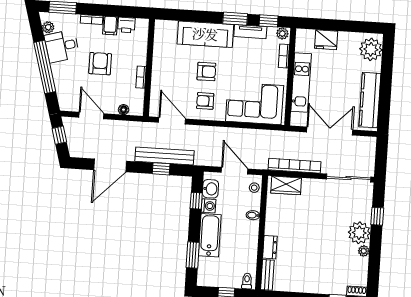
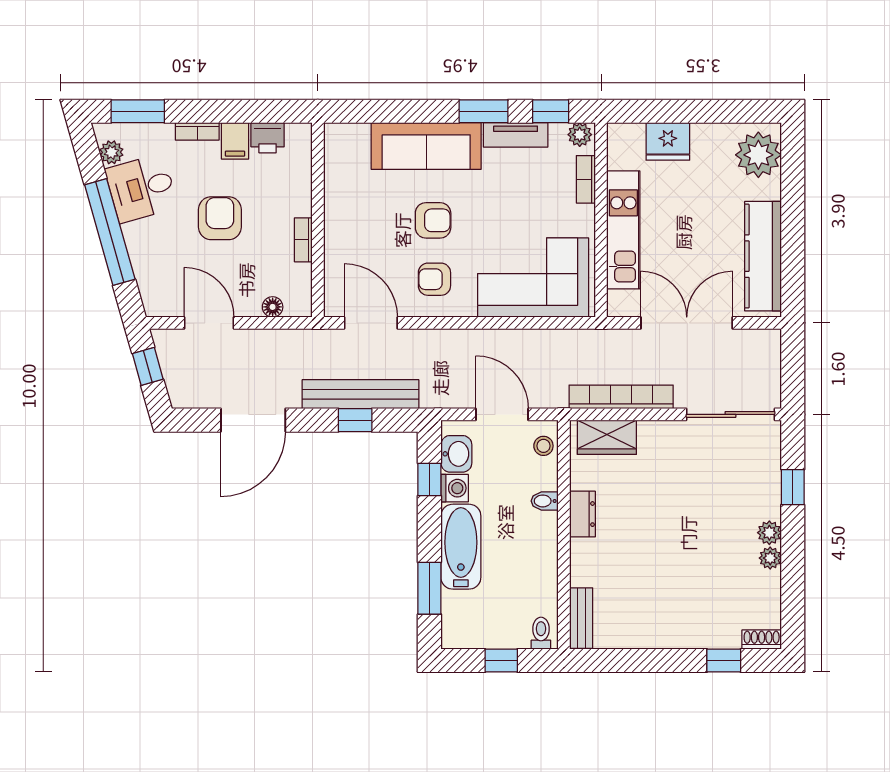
plant: (359, 233) -> (769, 533), width x0.53, depth x0.53
dresser: (270, 247) -> (582, 514), moved

